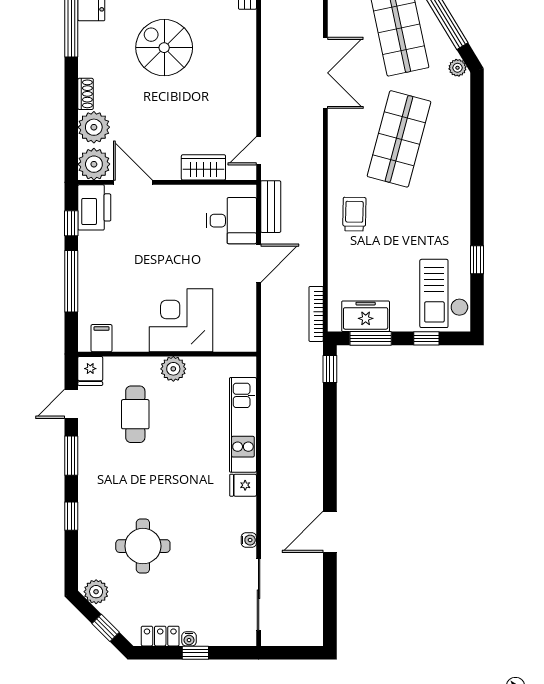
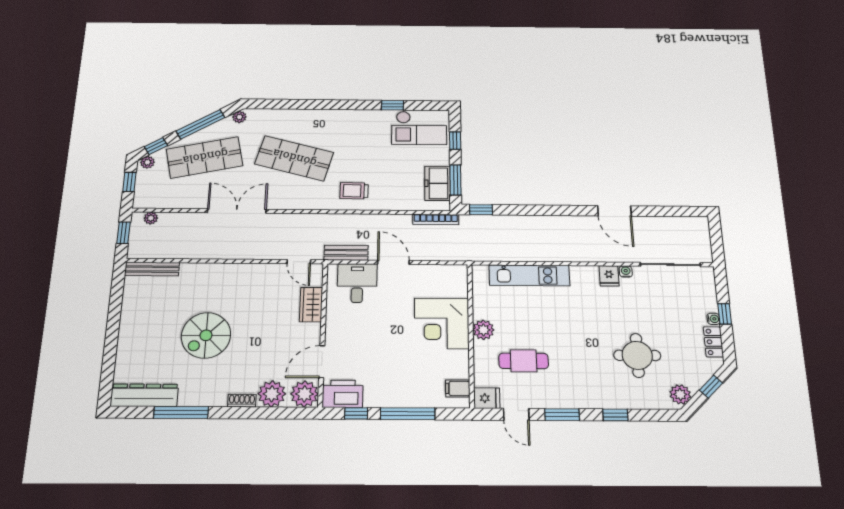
fridge: (243, 485) -> (609, 276), moved

